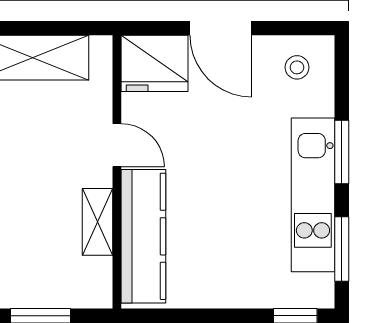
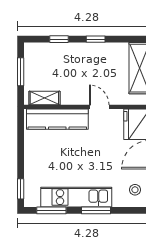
door: (117, 145) -> (99, 107), swing flipped
shelving: (98, 222) -> (44, 98), moved

